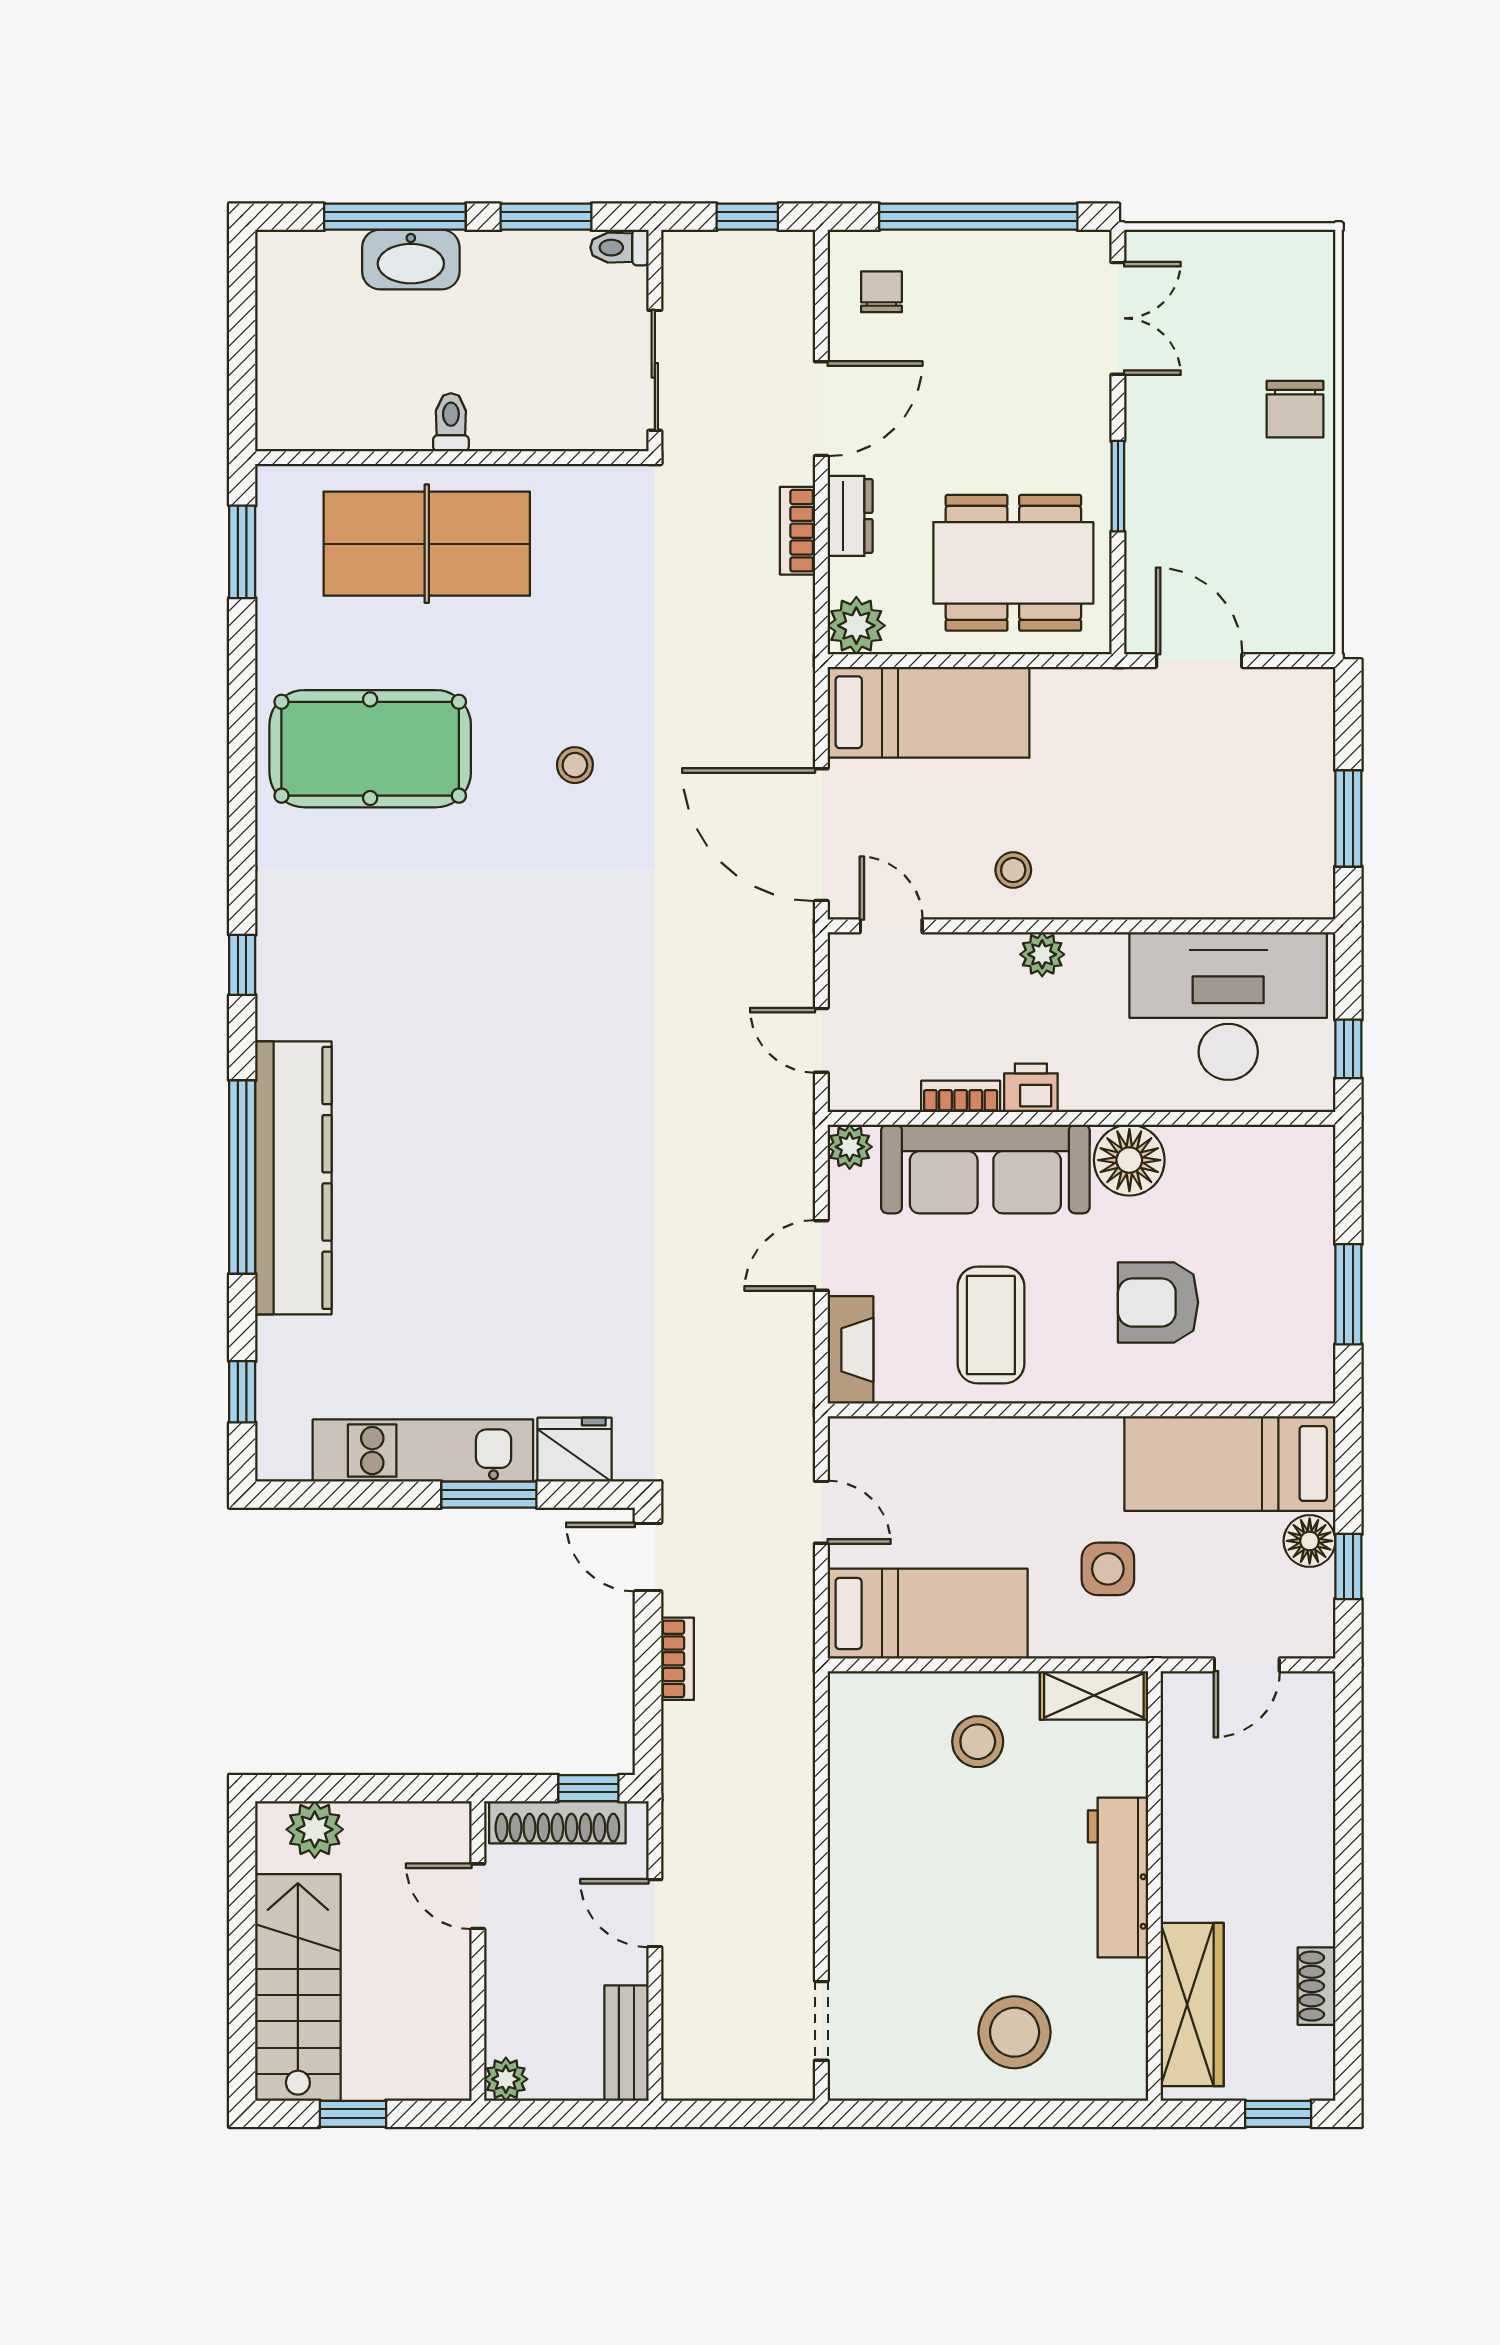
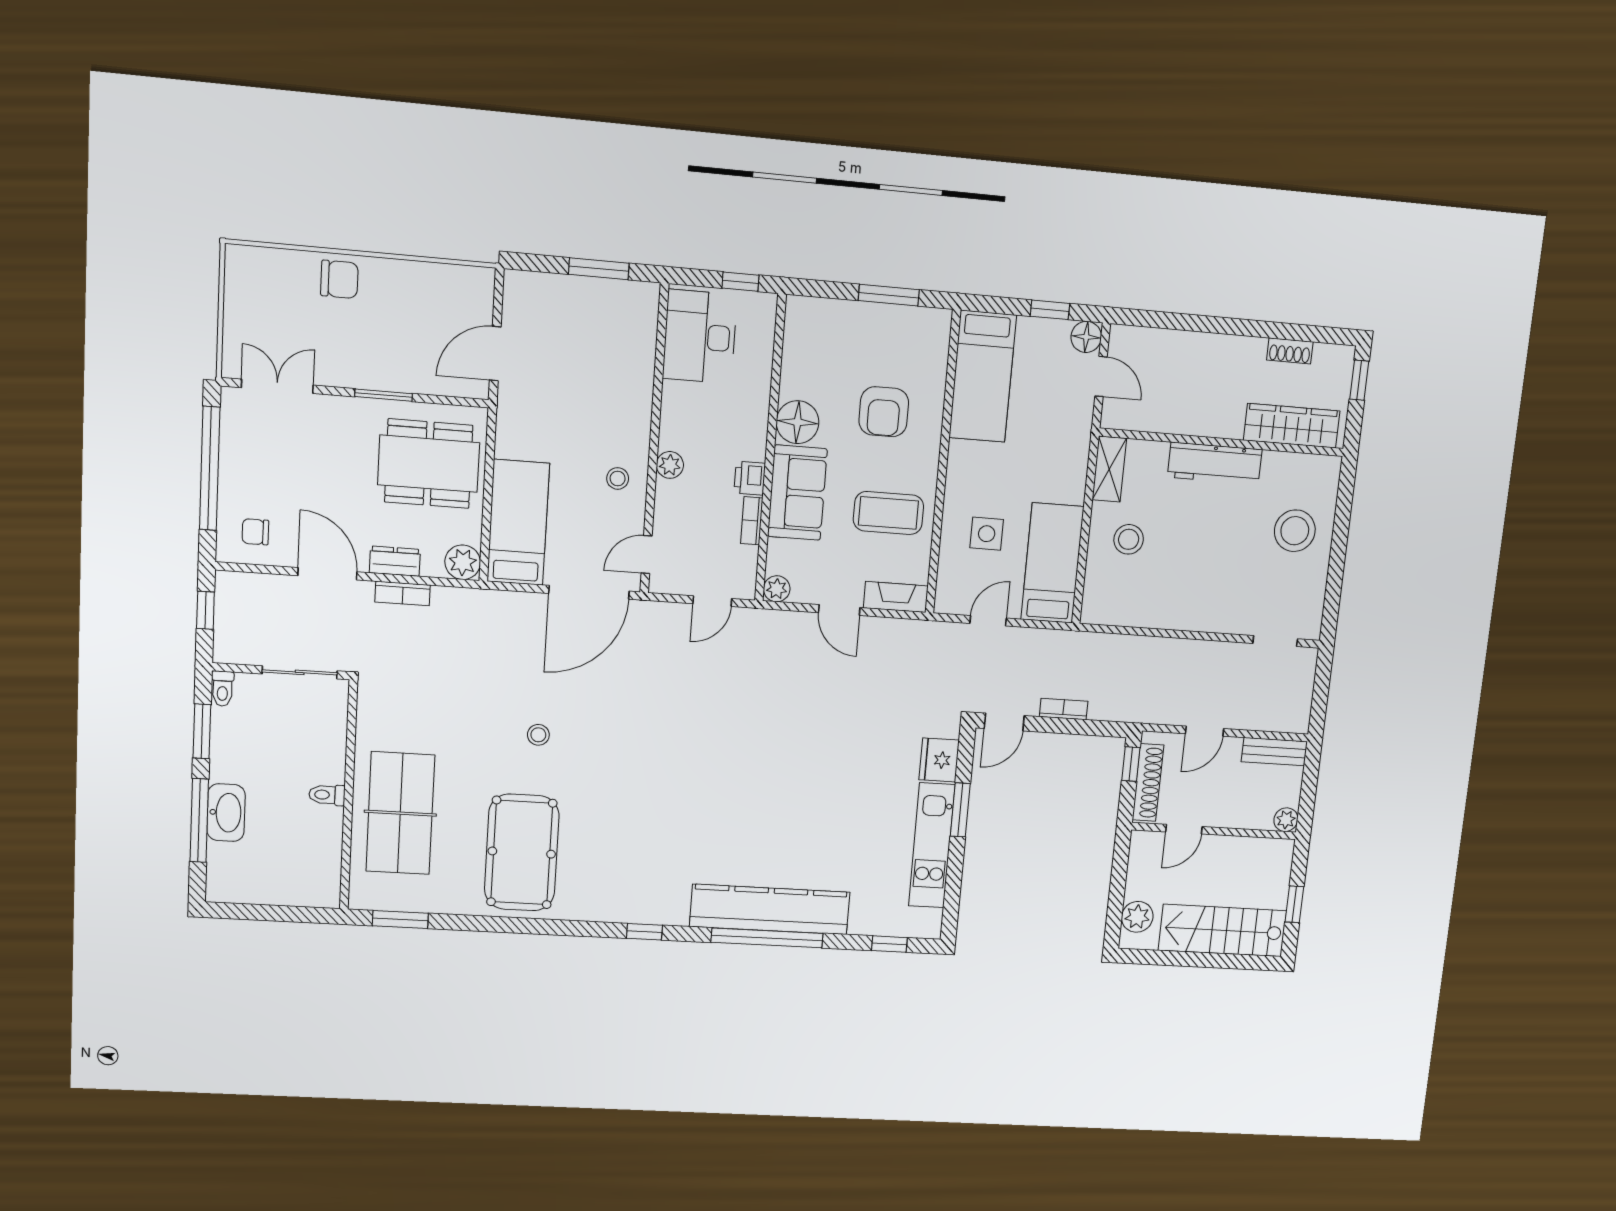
dining table: (1013, 563) -> (429, 464), turned 90
desk: (1228, 1006) -> (700, 337), width x0.73, depth x0.77
sofa: (985, 1169) -> (797, 493), width x0.73
floor lamp: (1310, 1541) -> (1086, 337), moved
side table: (1108, 1569) -> (987, 534), moved

